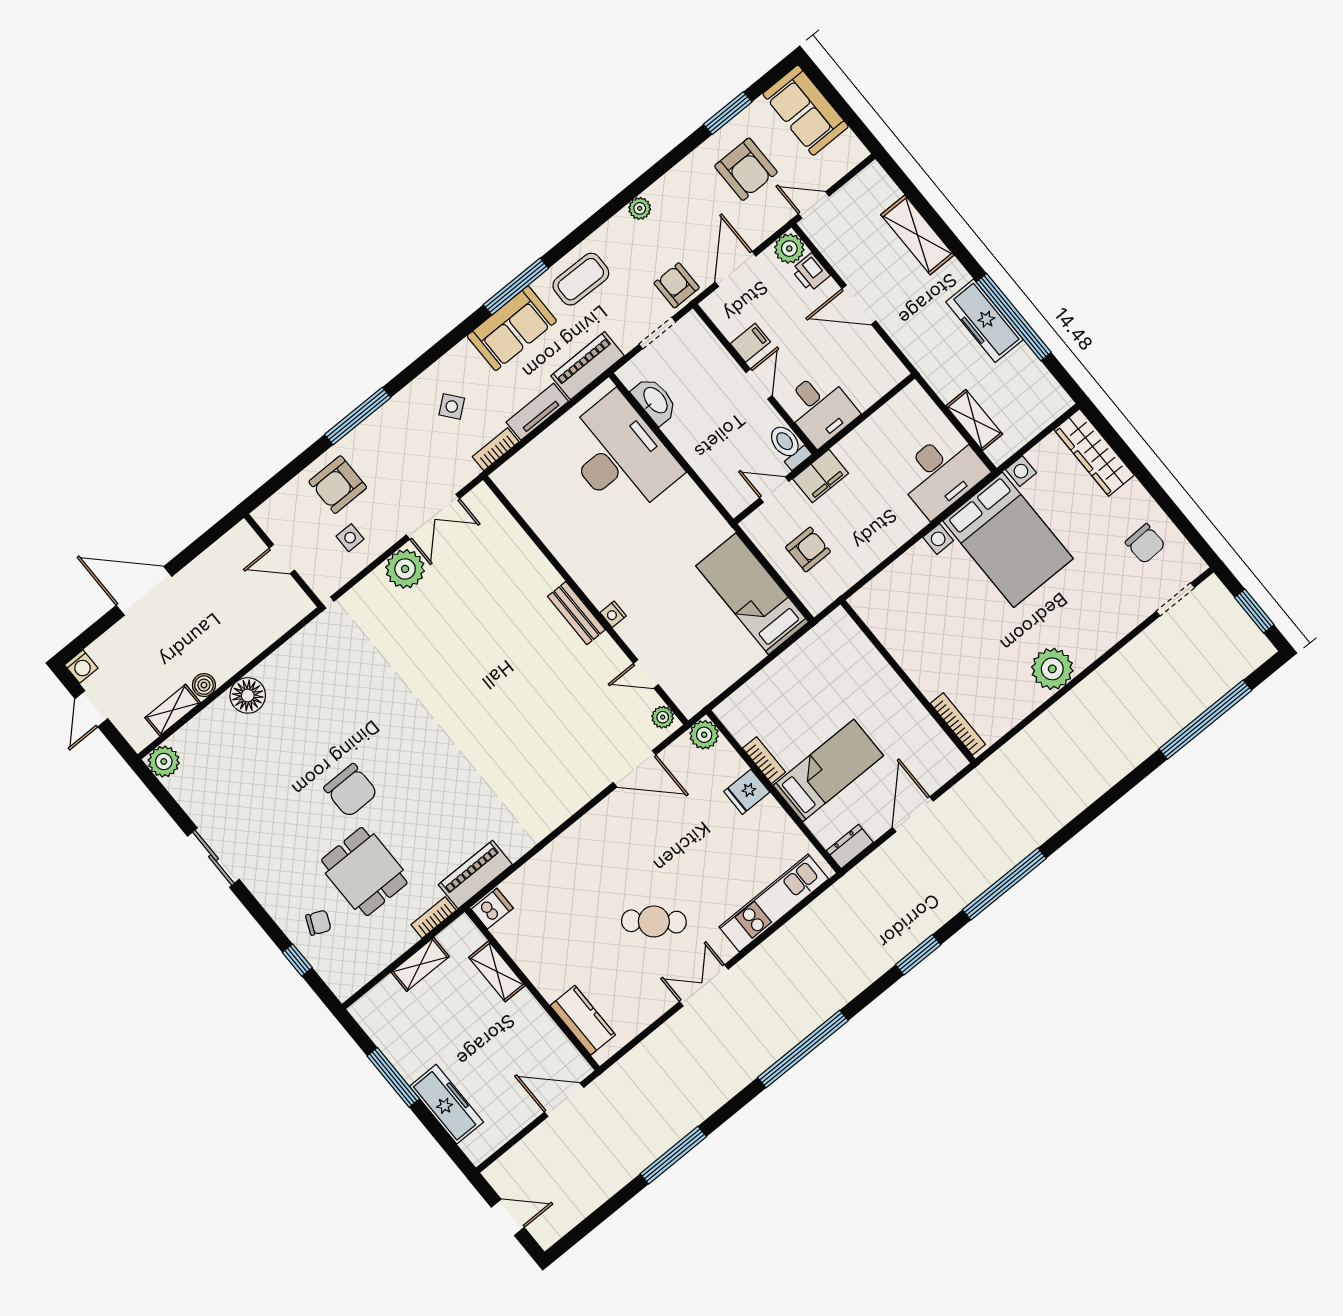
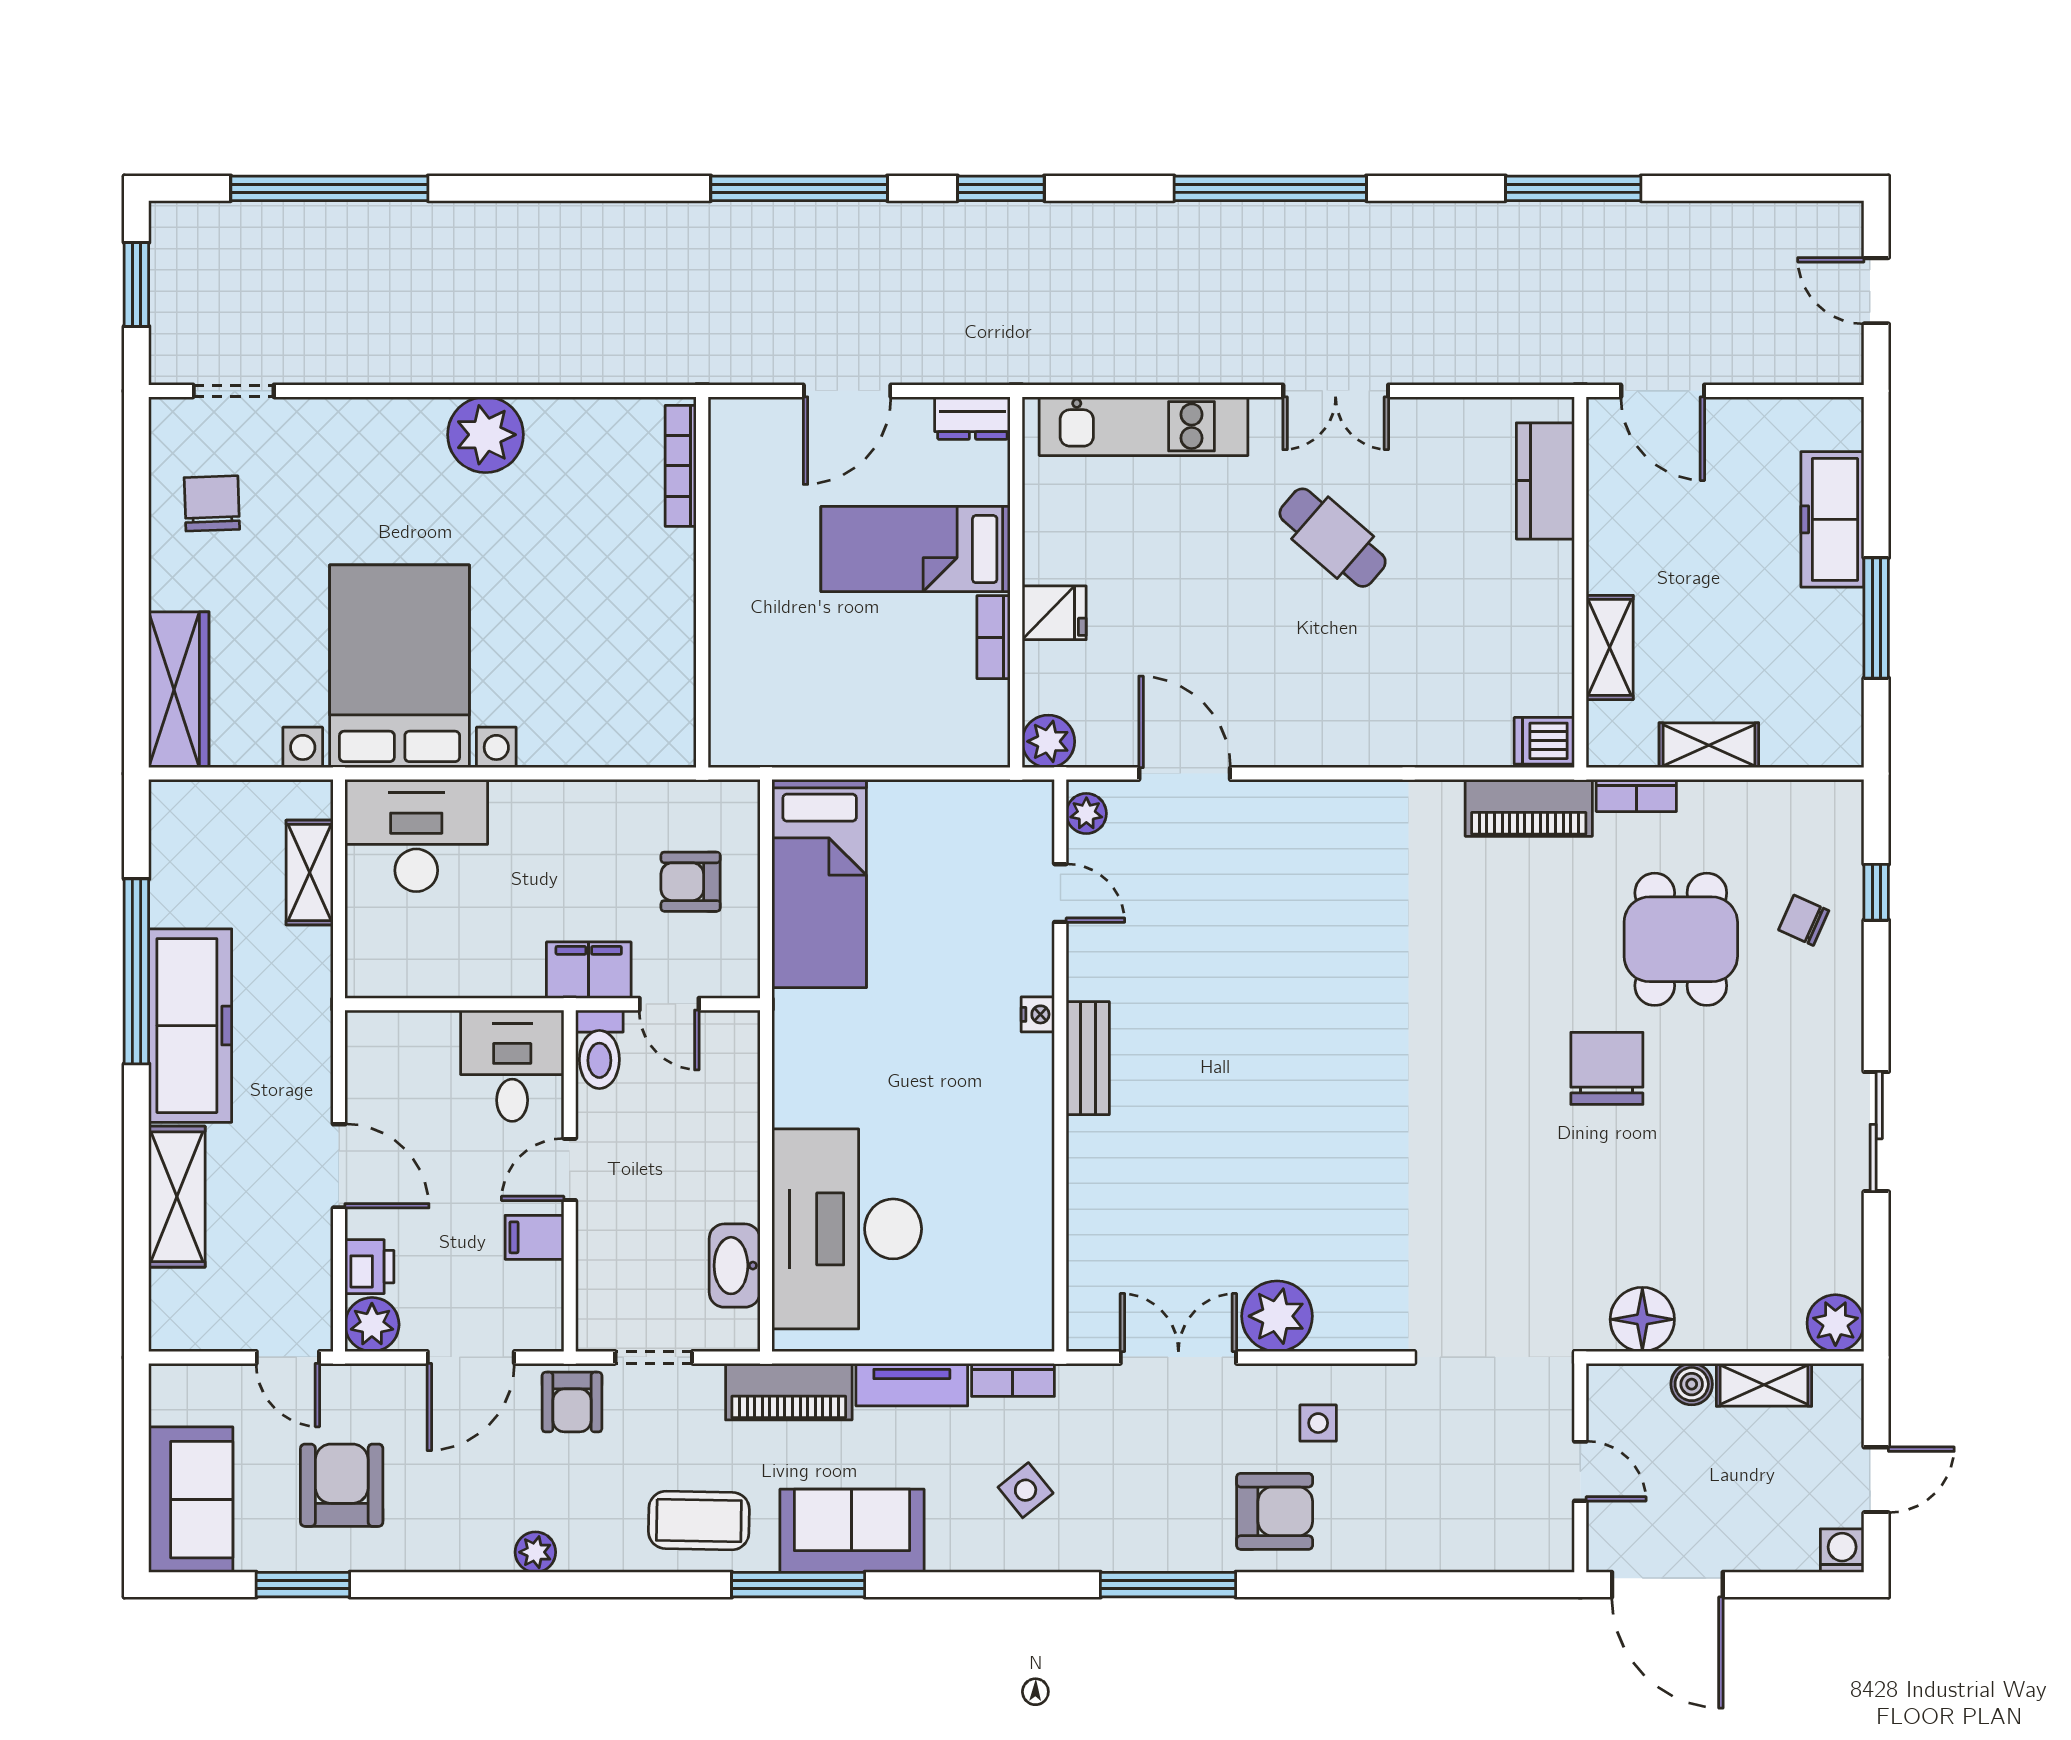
freezer: (984, 321) -> (190, 1026), width x1.36, depth x1.26
door: (282, 559) -> (1580, 1471), moved
wall: (283, 560) -> (1580, 1468), moved

